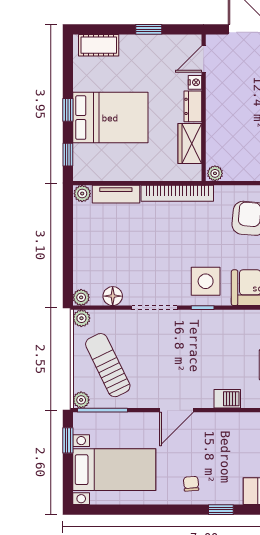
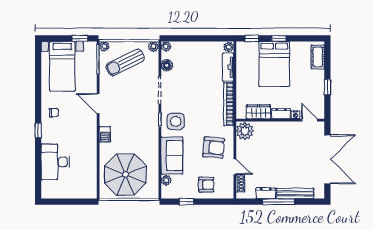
plant: (215, 173) -> (245, 131), width x1.87, depth x1.87
sun lounger: (108, 365) -> (125, 62), turned 180

